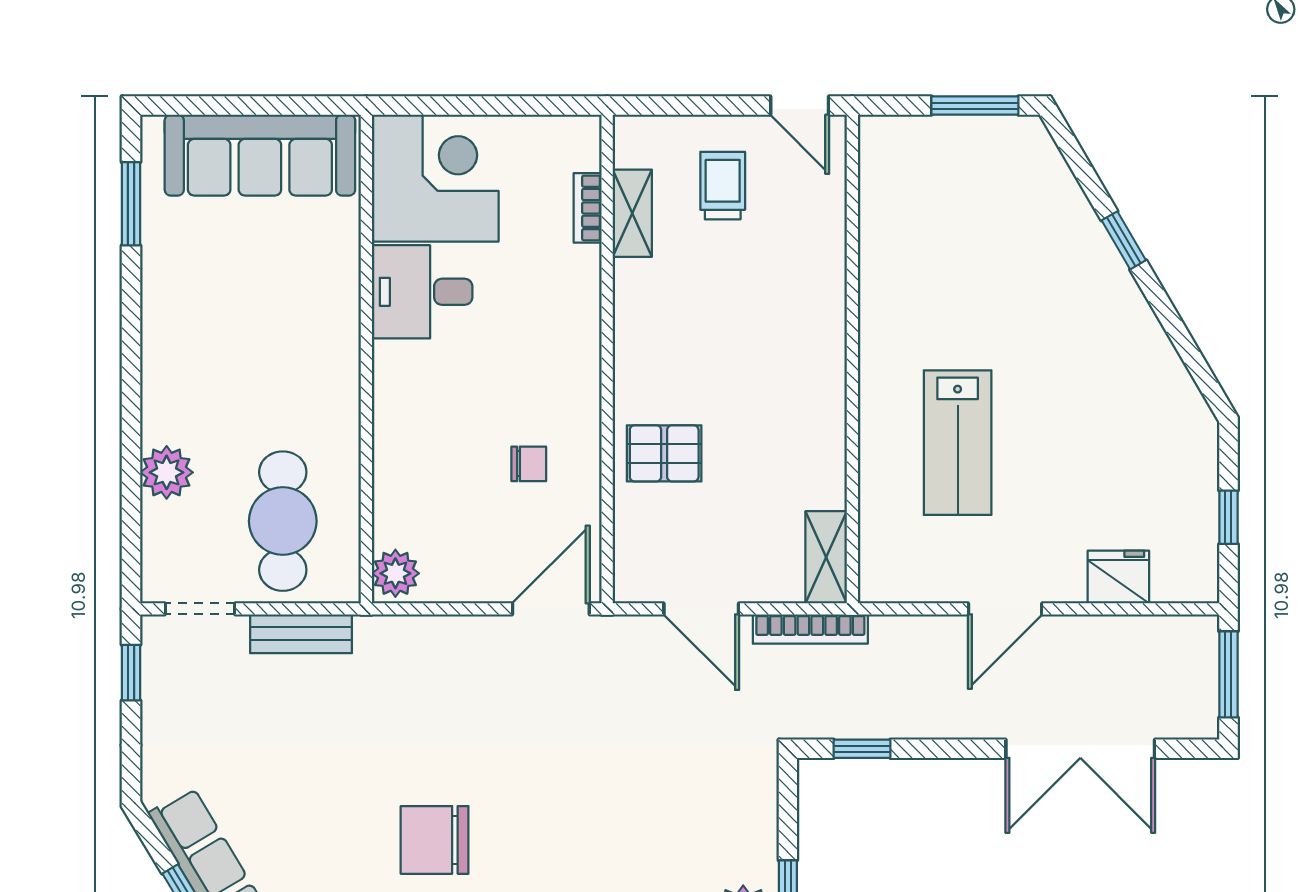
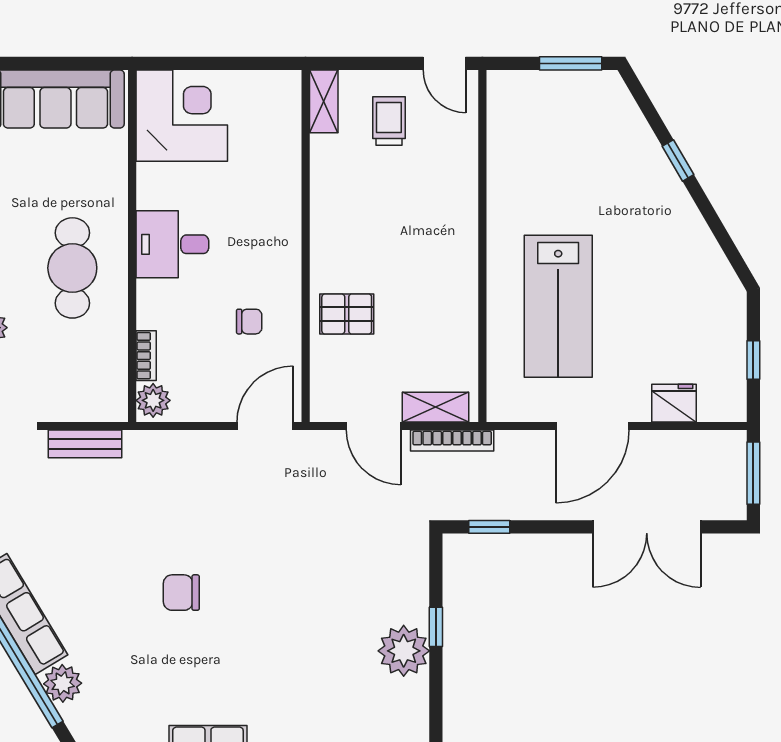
bookcase: (588, 208) -> (146, 356), moved, turned 180
shelving: (632, 213) -> (324, 101), moved
desk: (422, 292) -> (172, 244), moved
lab bench: (958, 443) -> (558, 306), width x1.36, depth x1.39
cafe table: (283, 521) -> (72, 268), moved
shelving: (826, 557) -> (435, 407), moved, turned 90
door: (1005, 609) -> (592, 426), width x1.36
chair: (435, 840) -> (181, 593), width x0.73, depth x0.73

